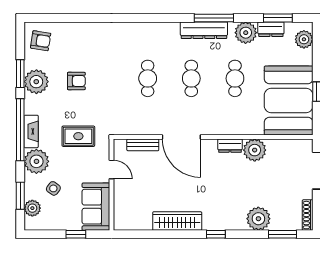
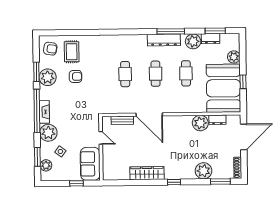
plant: (304, 39) -> (234, 57), moved
rug: (78, 136) -> (72, 52), moved, turned 90
dresser: (230, 146) -> (217, 120), moved

